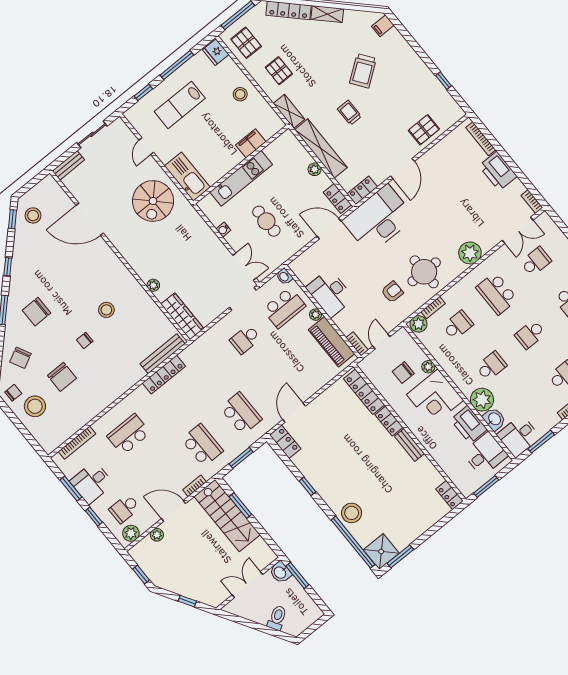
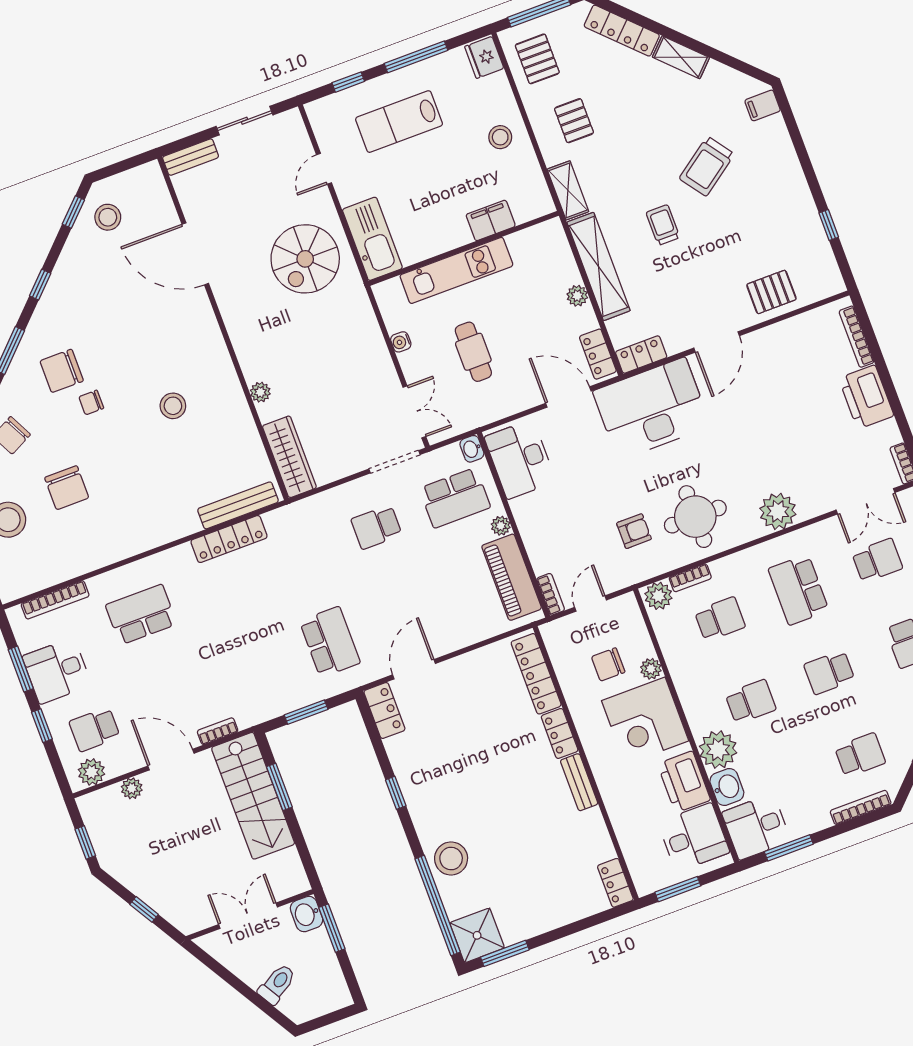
desk: (330, 293) -> (520, 459), moved
chair: (85, 341) -> (91, 403), moved
school desk: (202, 445) -> (251, 671), removed

